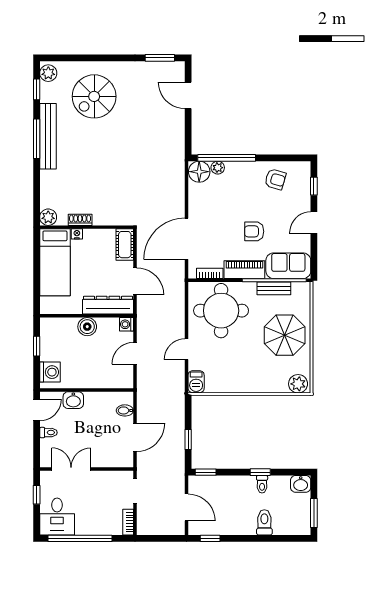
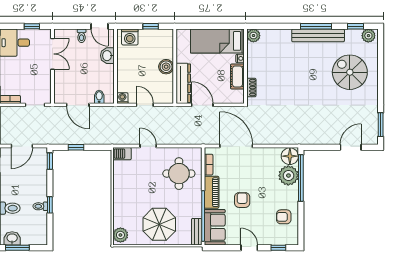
plant: (218, 168) -> (288, 176), width x1.87, depth x1.87
armchair: (275, 179) -> (284, 217), turned 74
shoe rack: (80, 220) -> (251, 88), moved
cot: (125, 245) -> (237, 77), moved, turned 90
door: (135, 281) -> (202, 105), swing flipped
bench: (274, 288) -> (197, 232), moved
round table: (221, 311) -> (179, 174), width x0.73, depth x0.73
washing machine: (126, 324) -> (122, 98), moved
washbasin: (301, 484) -> (12, 238), moved, turned 90

